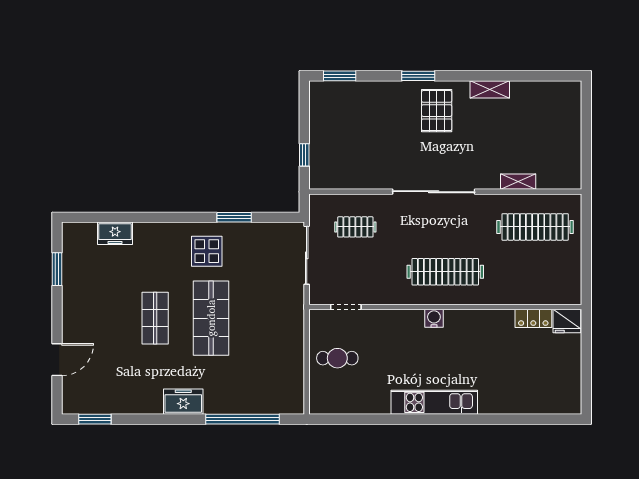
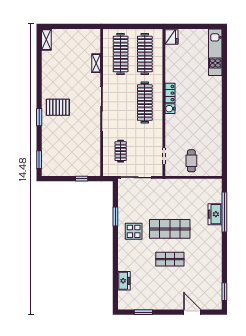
shelving: (490, 89) -> (46, 40), moved
clothes rail: (535, 272) -> (145, 54), added
locker: (533, 318) -> (170, 93), moved
freezer: (183, 402) -> (215, 214), moved
kitchen unit: (434, 402) -> (215, 52), moved

